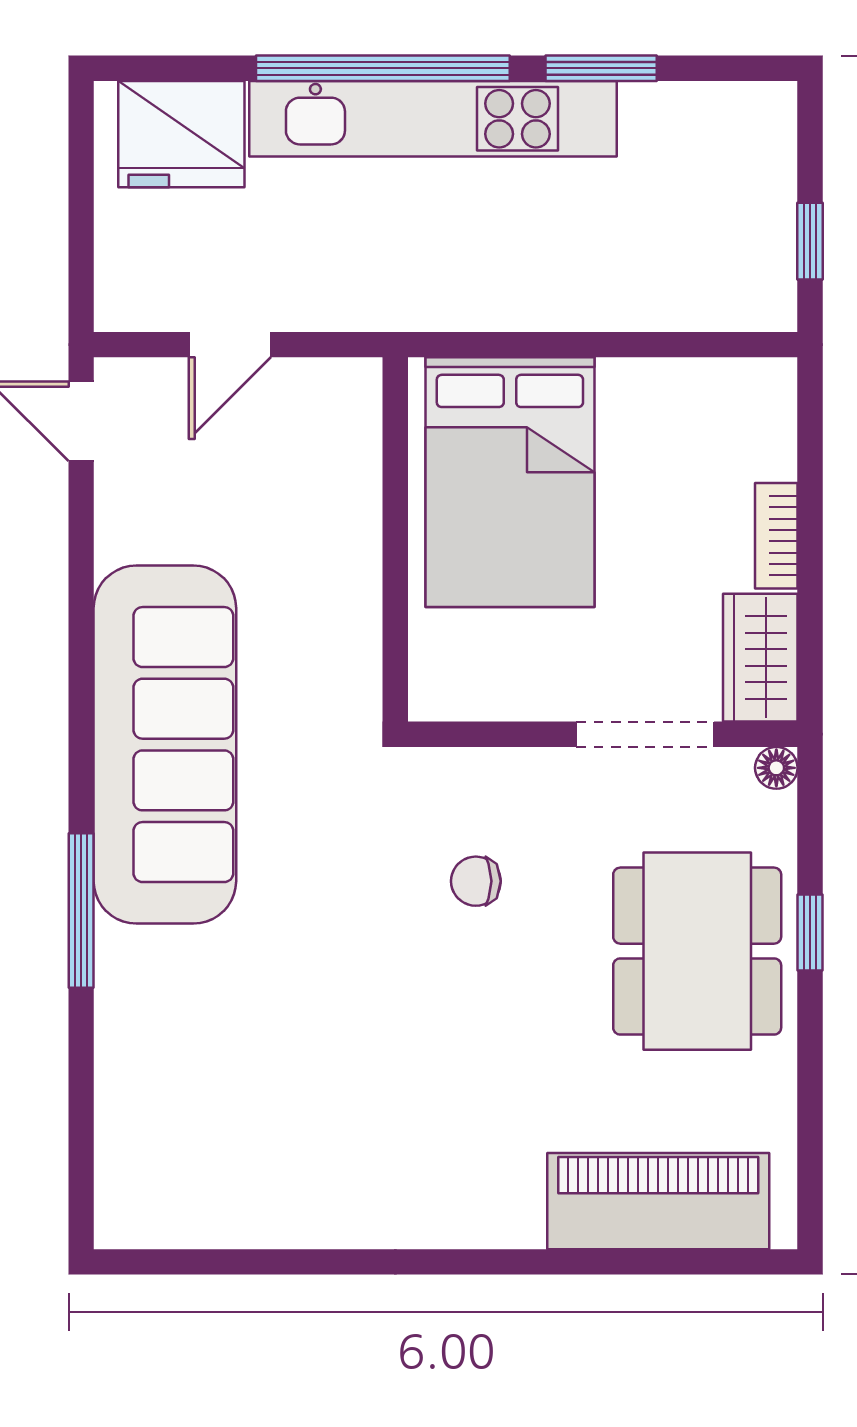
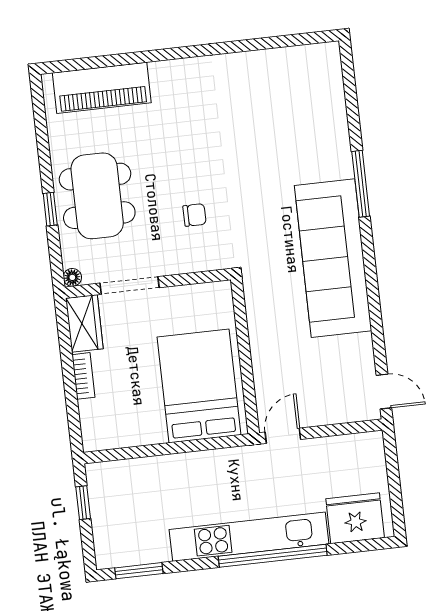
window: (601, 68) -> (139, 571), moved
door: (230, 345) -> (283, 436), moved

